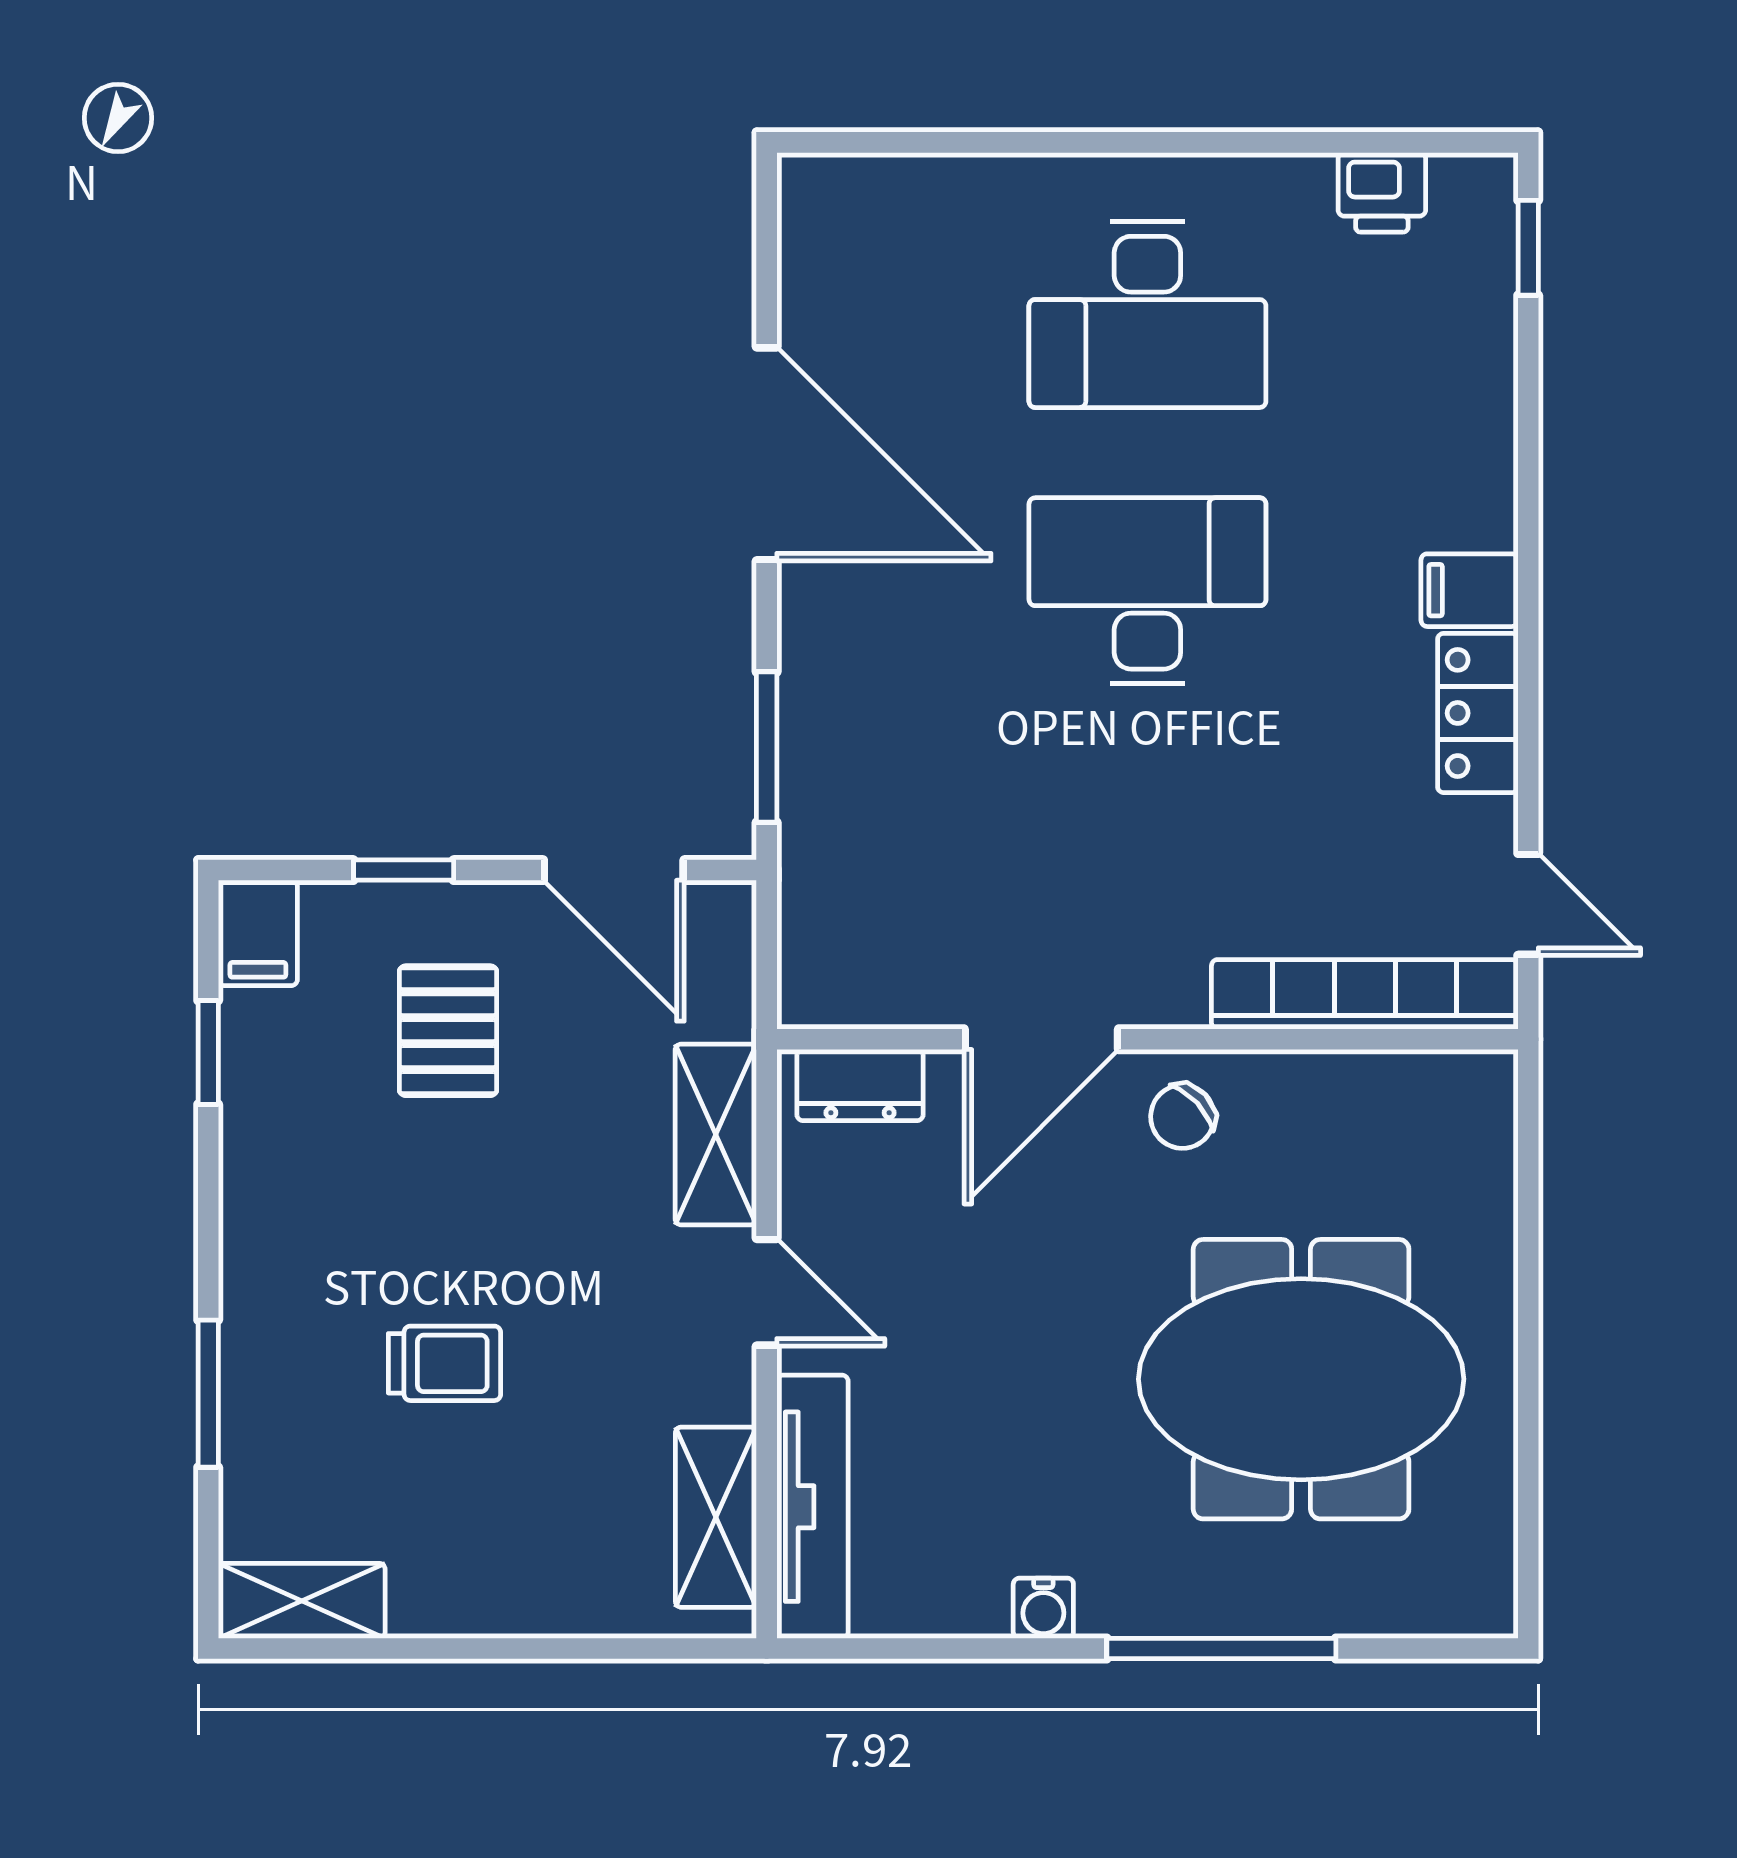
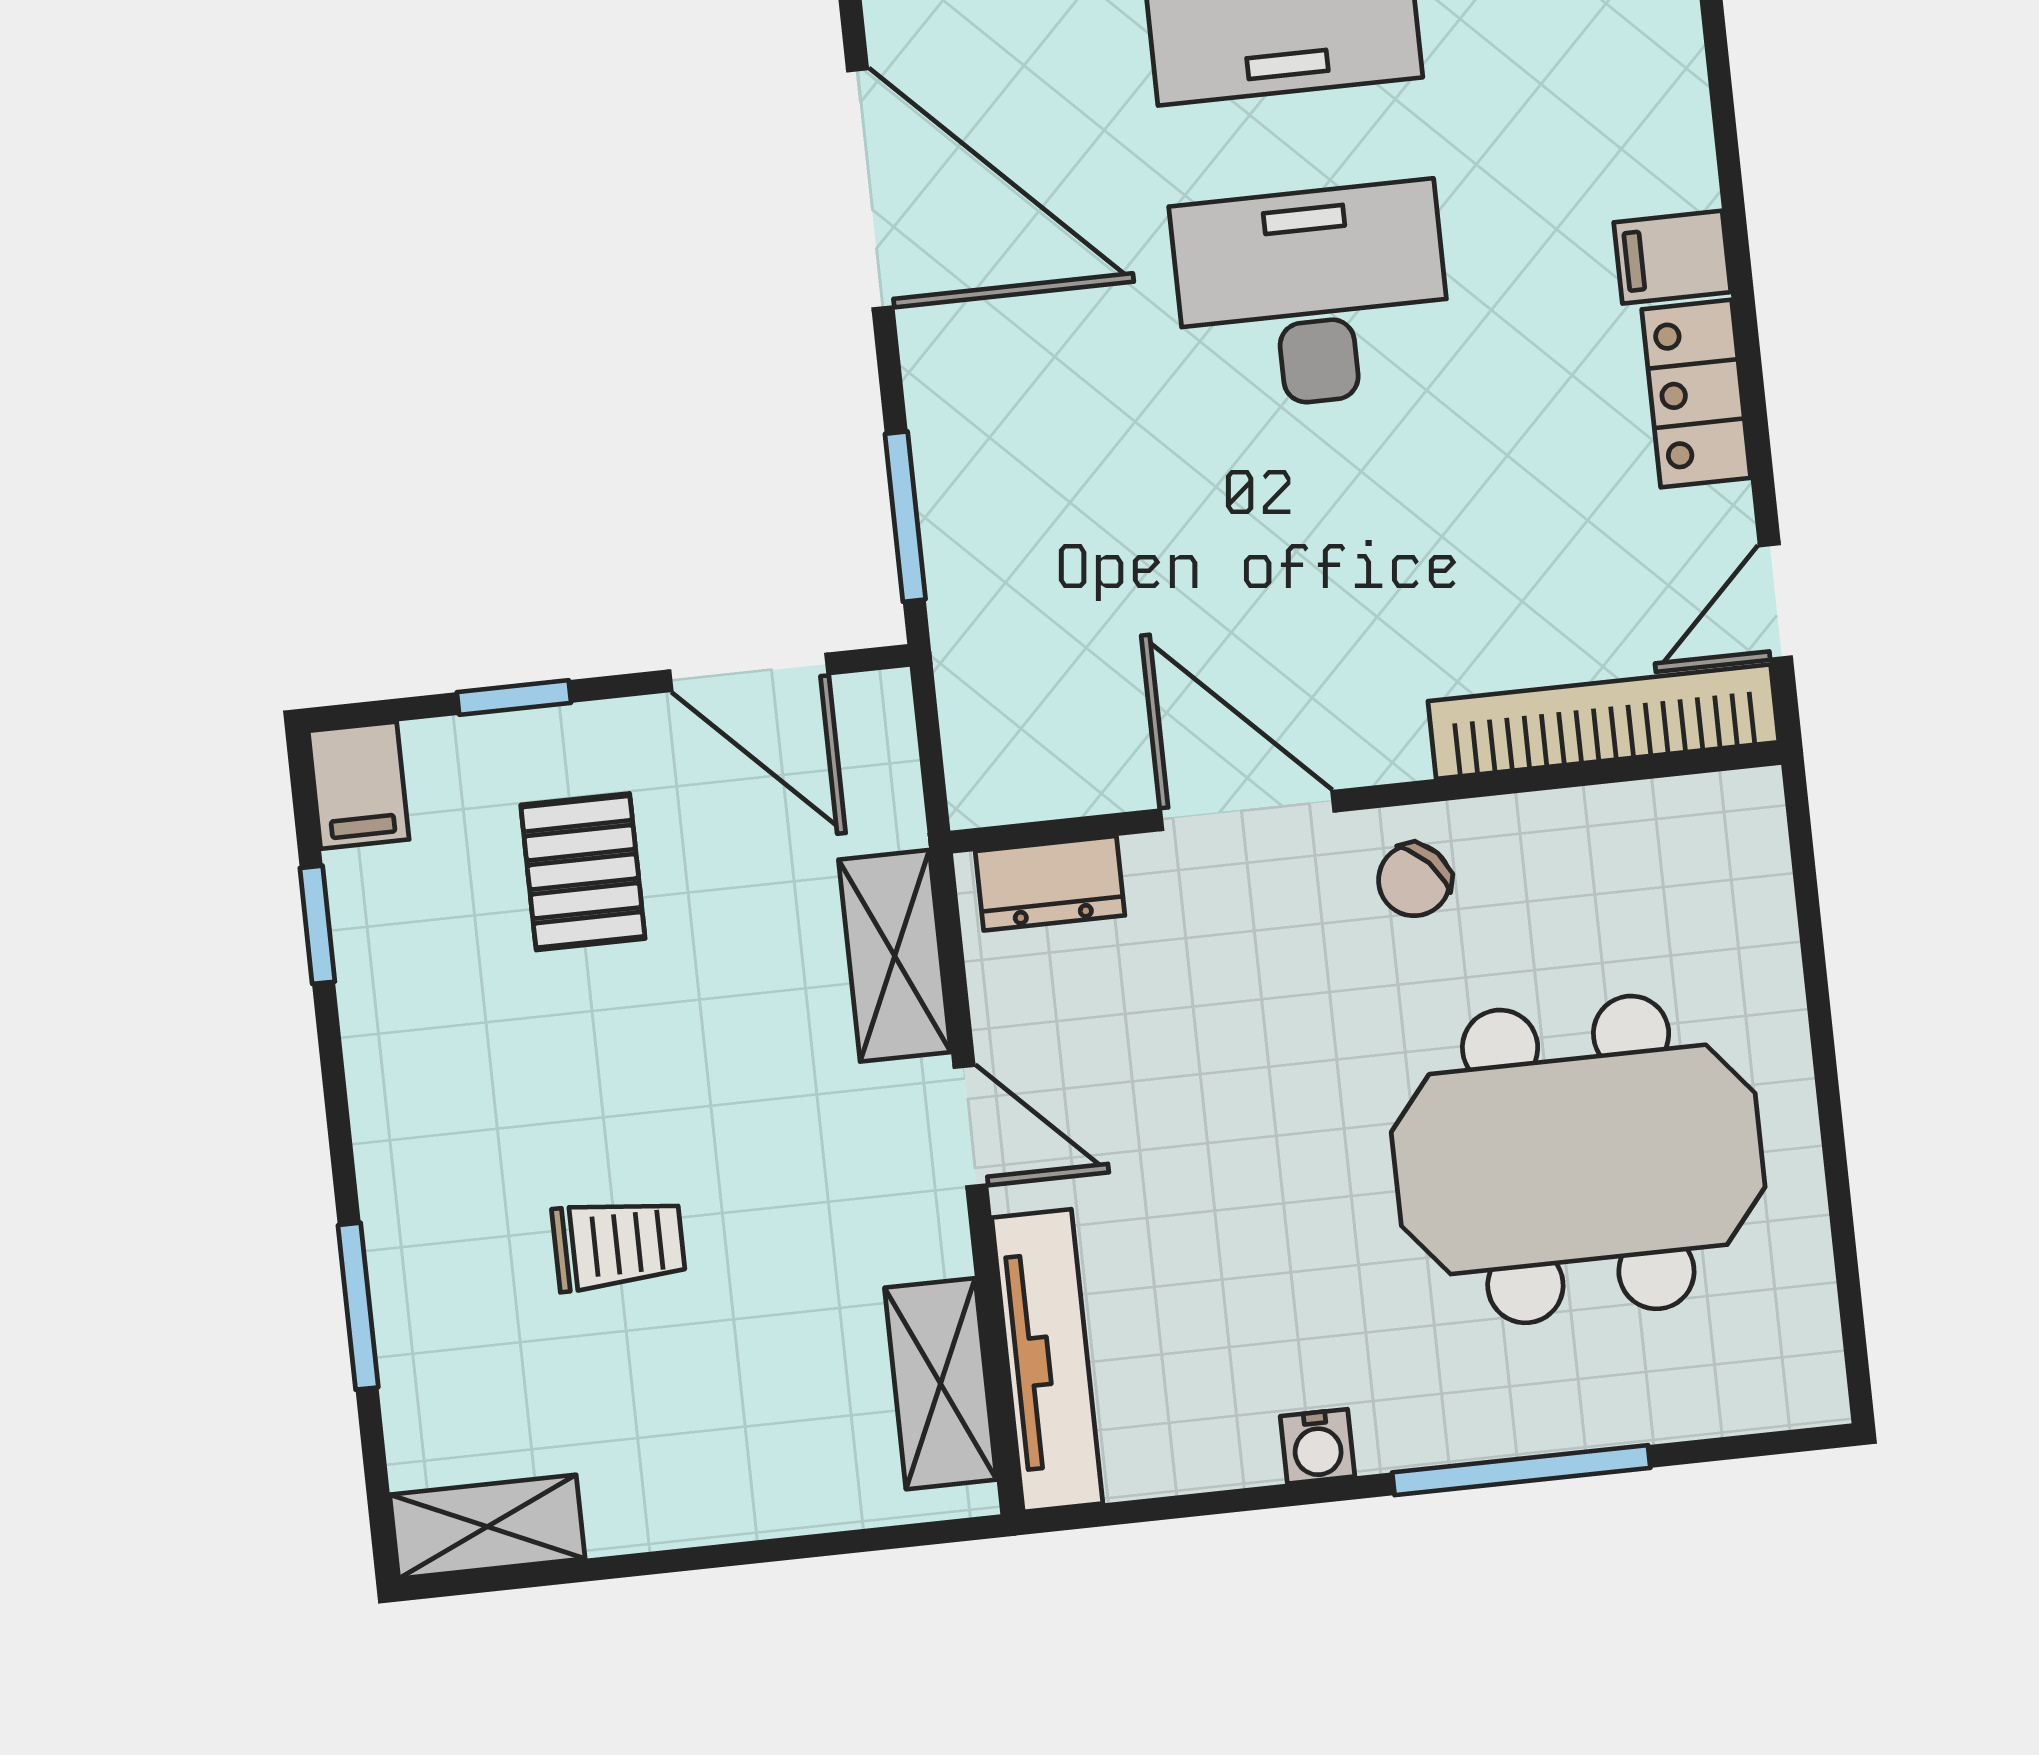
door: (1528, 904) -> (1775, 601), swing flipped
door: (1041, 1039) -> (1247, 810), swing flipped

